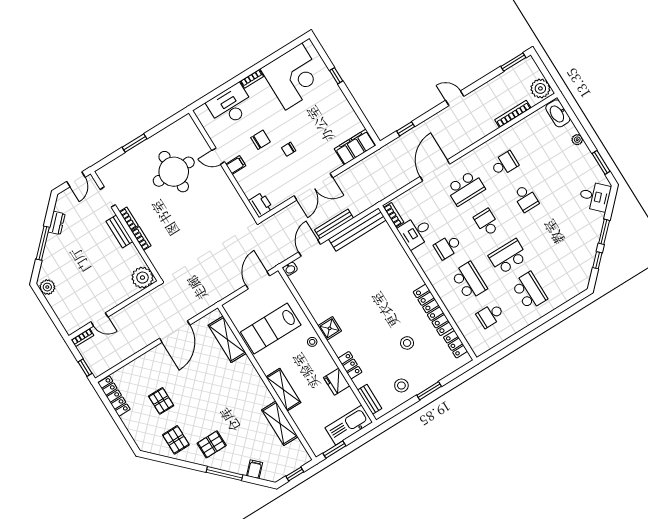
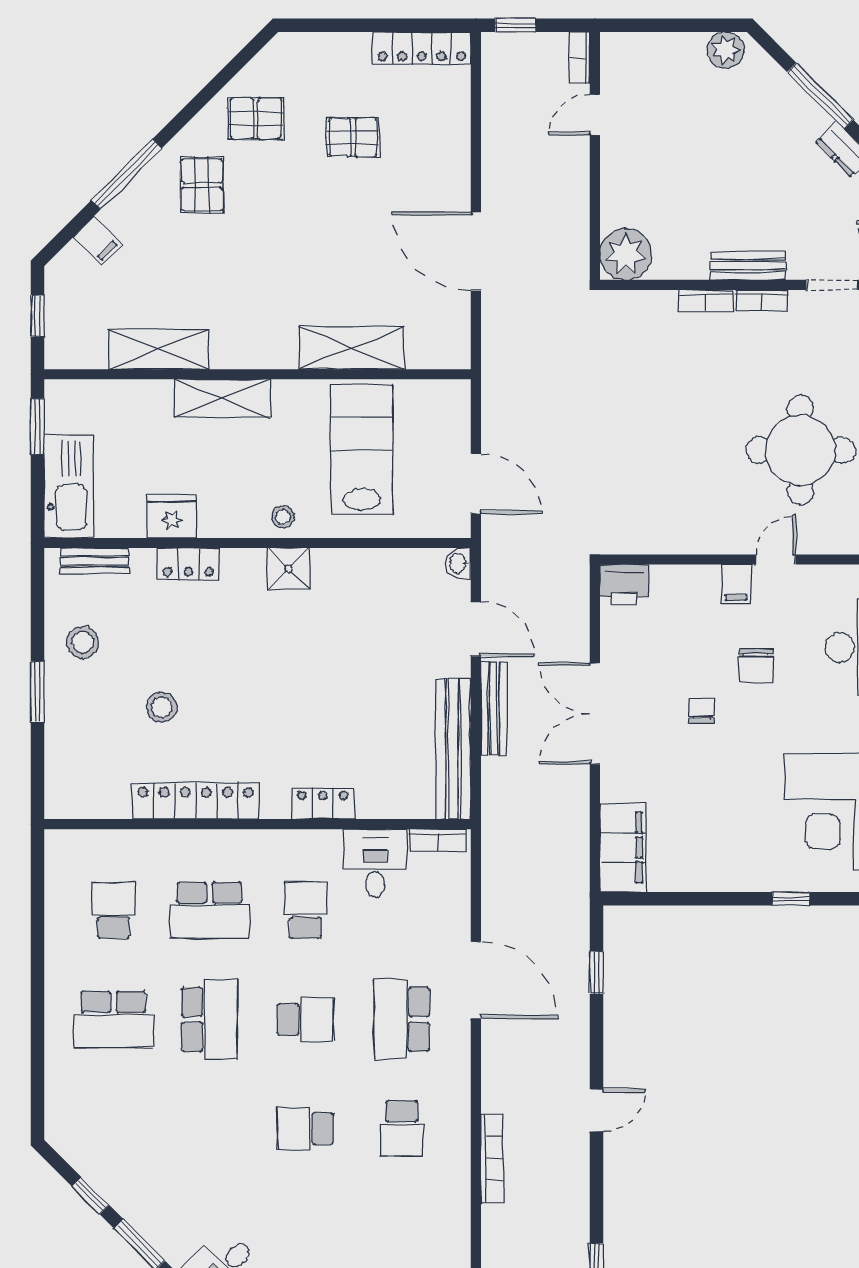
bookcase: (513, 114) -> (492, 1159), moved
shelving: (227, 339) -> (352, 348), moved
locker: (455, 344) -> (323, 803), moved

